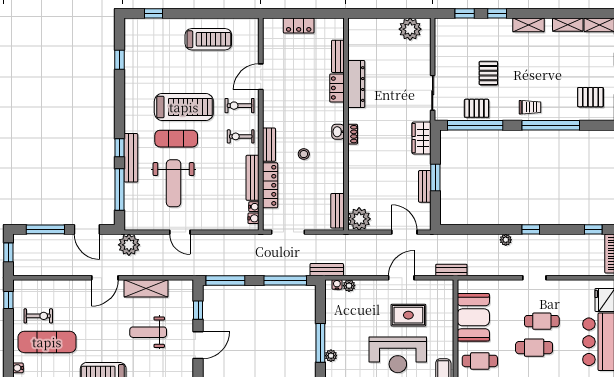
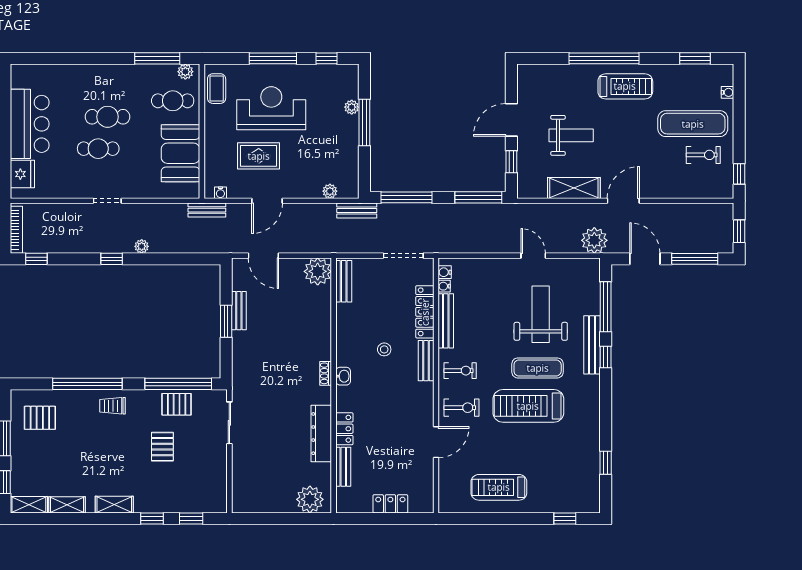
plant: (410, 29) -> (310, 499), moved
wardrobe: (422, 138) -> (243, 369), removed
water cooler: (337, 284) -> (220, 193), moved
exercise bike: (38, 316) -> (703, 155), turned 180

